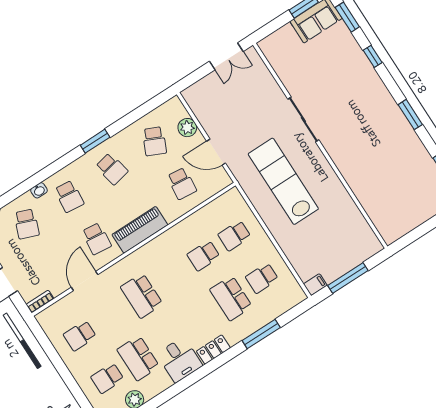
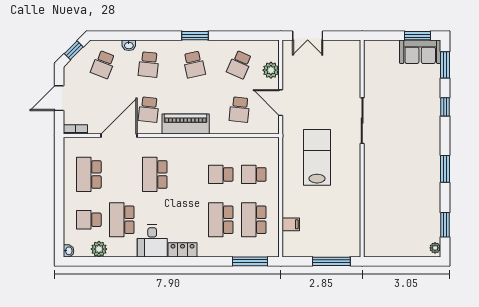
double door: (226, 56) -> (308, 36), moved
lab bench: (283, 181) -> (317, 157), width x0.73
school desk: (262, 278) -> (254, 220), width x1.85
window: (348, 278) -> (331, 261), moved
door: (85, 281) -> (119, 136), width x1.36
filing cabinet: (315, 285) -> (291, 224), moved
window: (261, 334) -> (250, 261), moved
school desk: (80, 336) -> (89, 174), width x1.85

